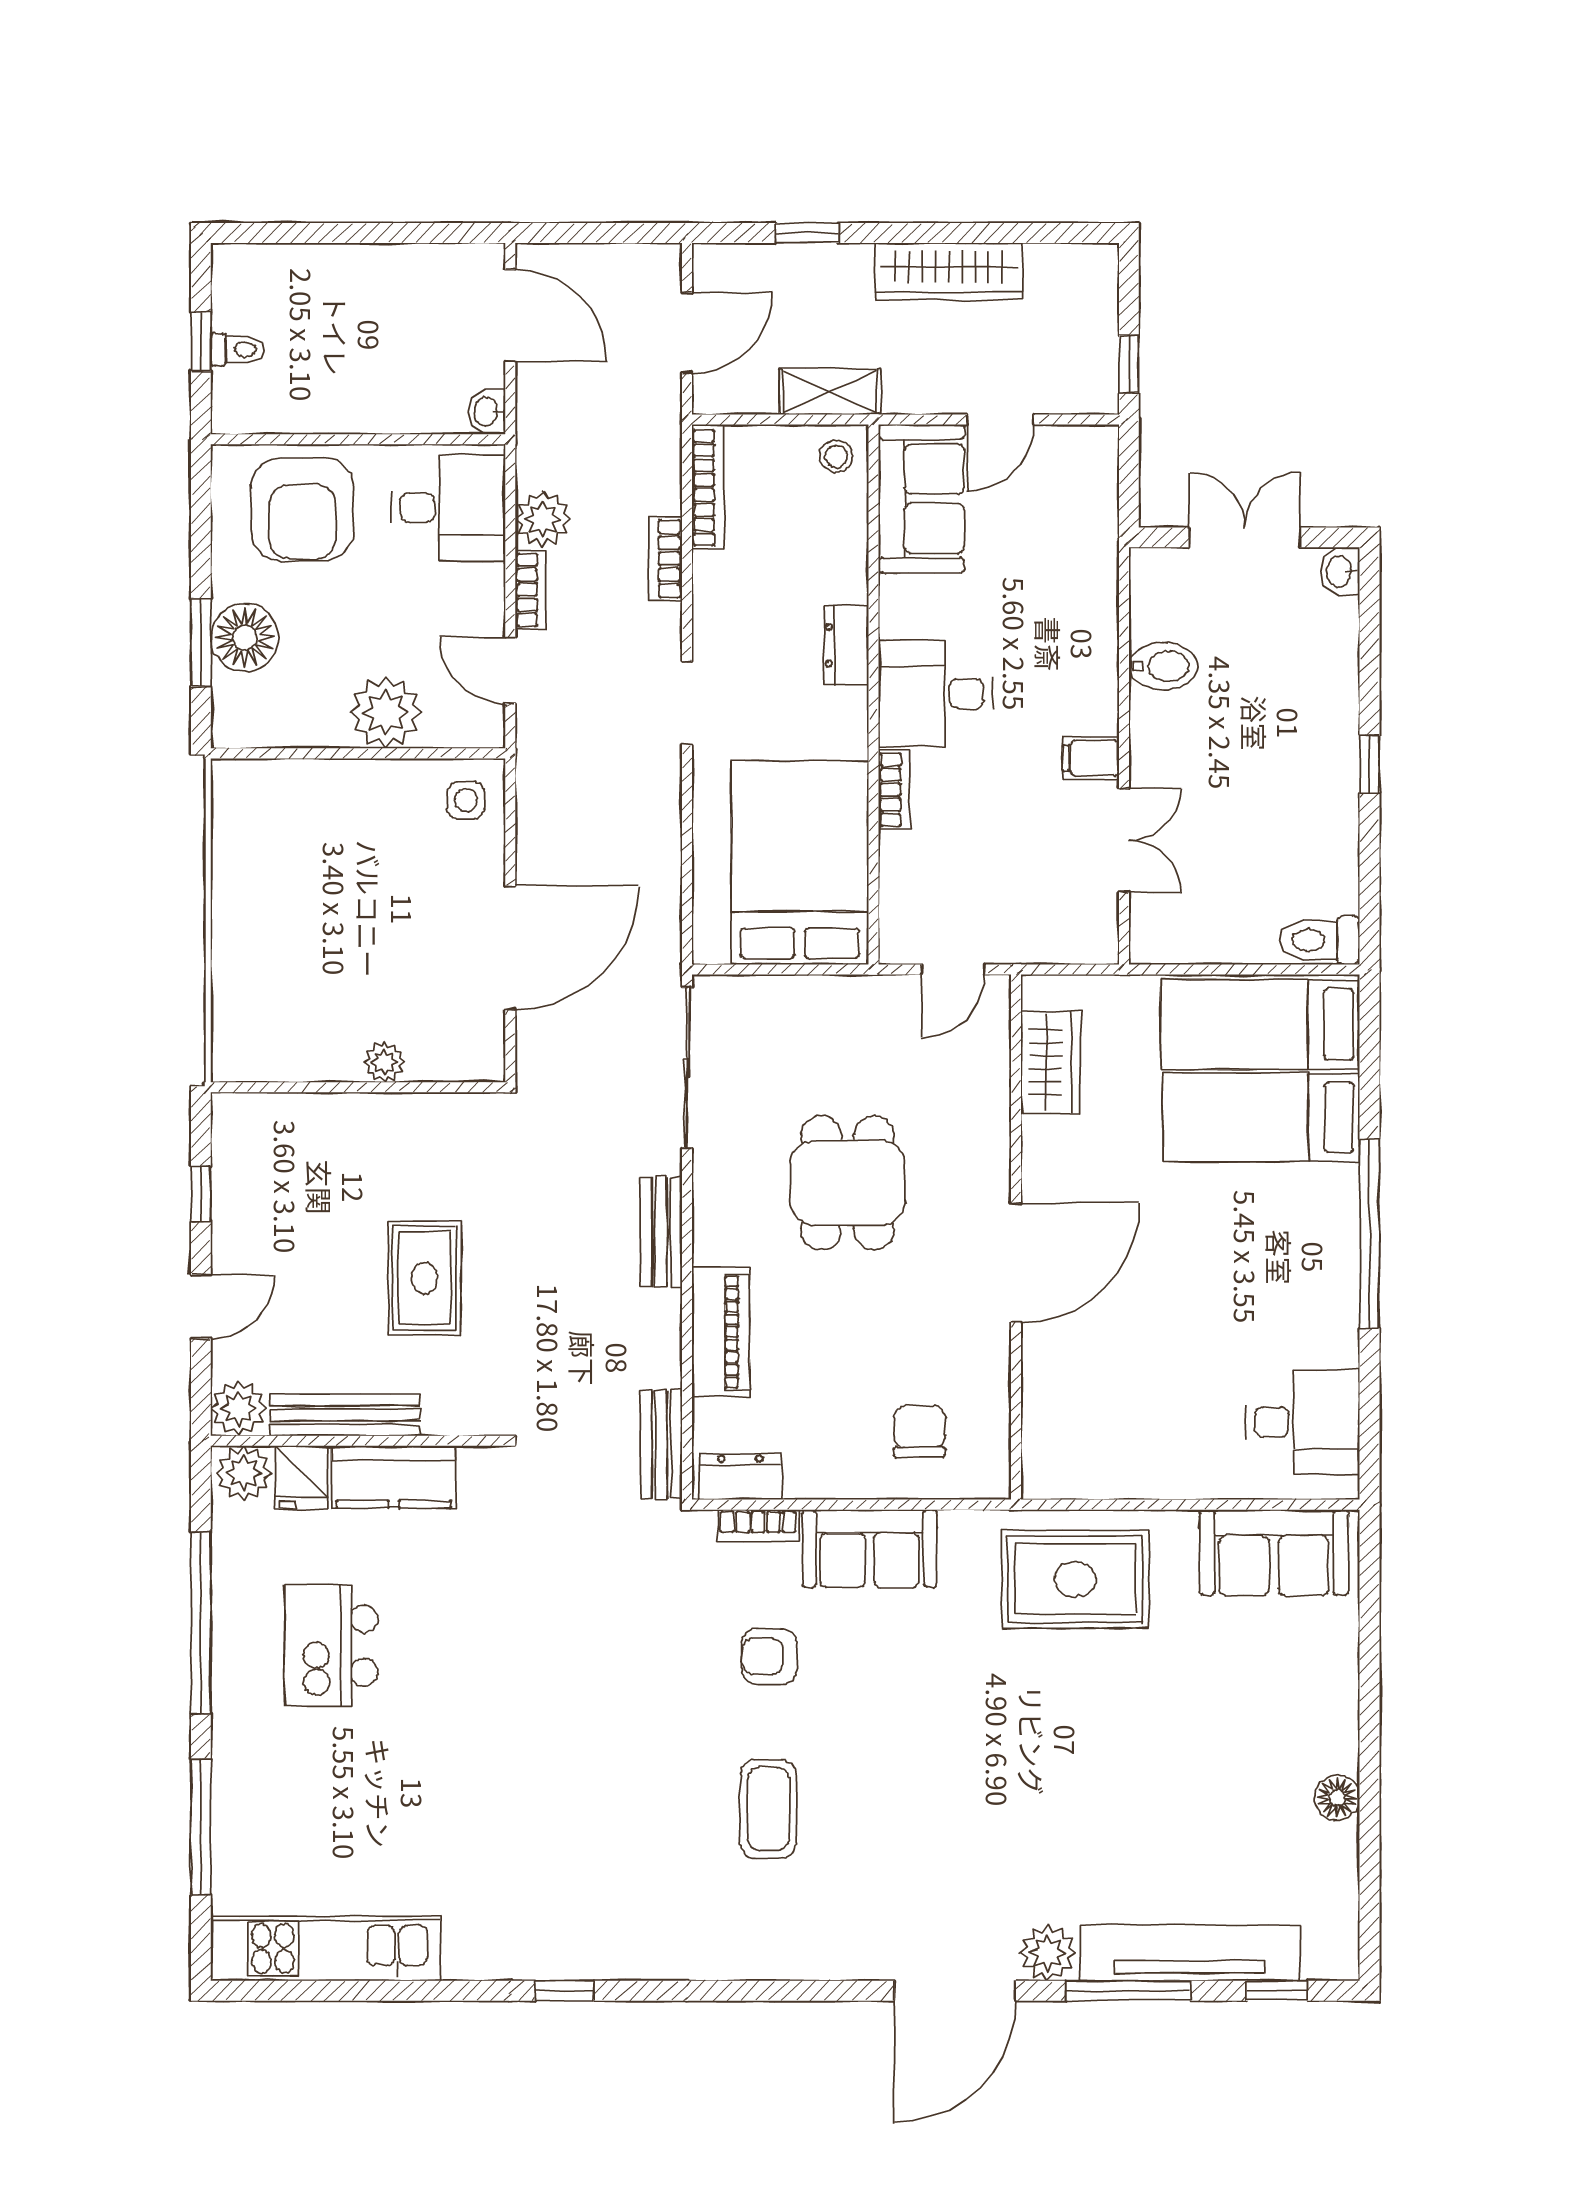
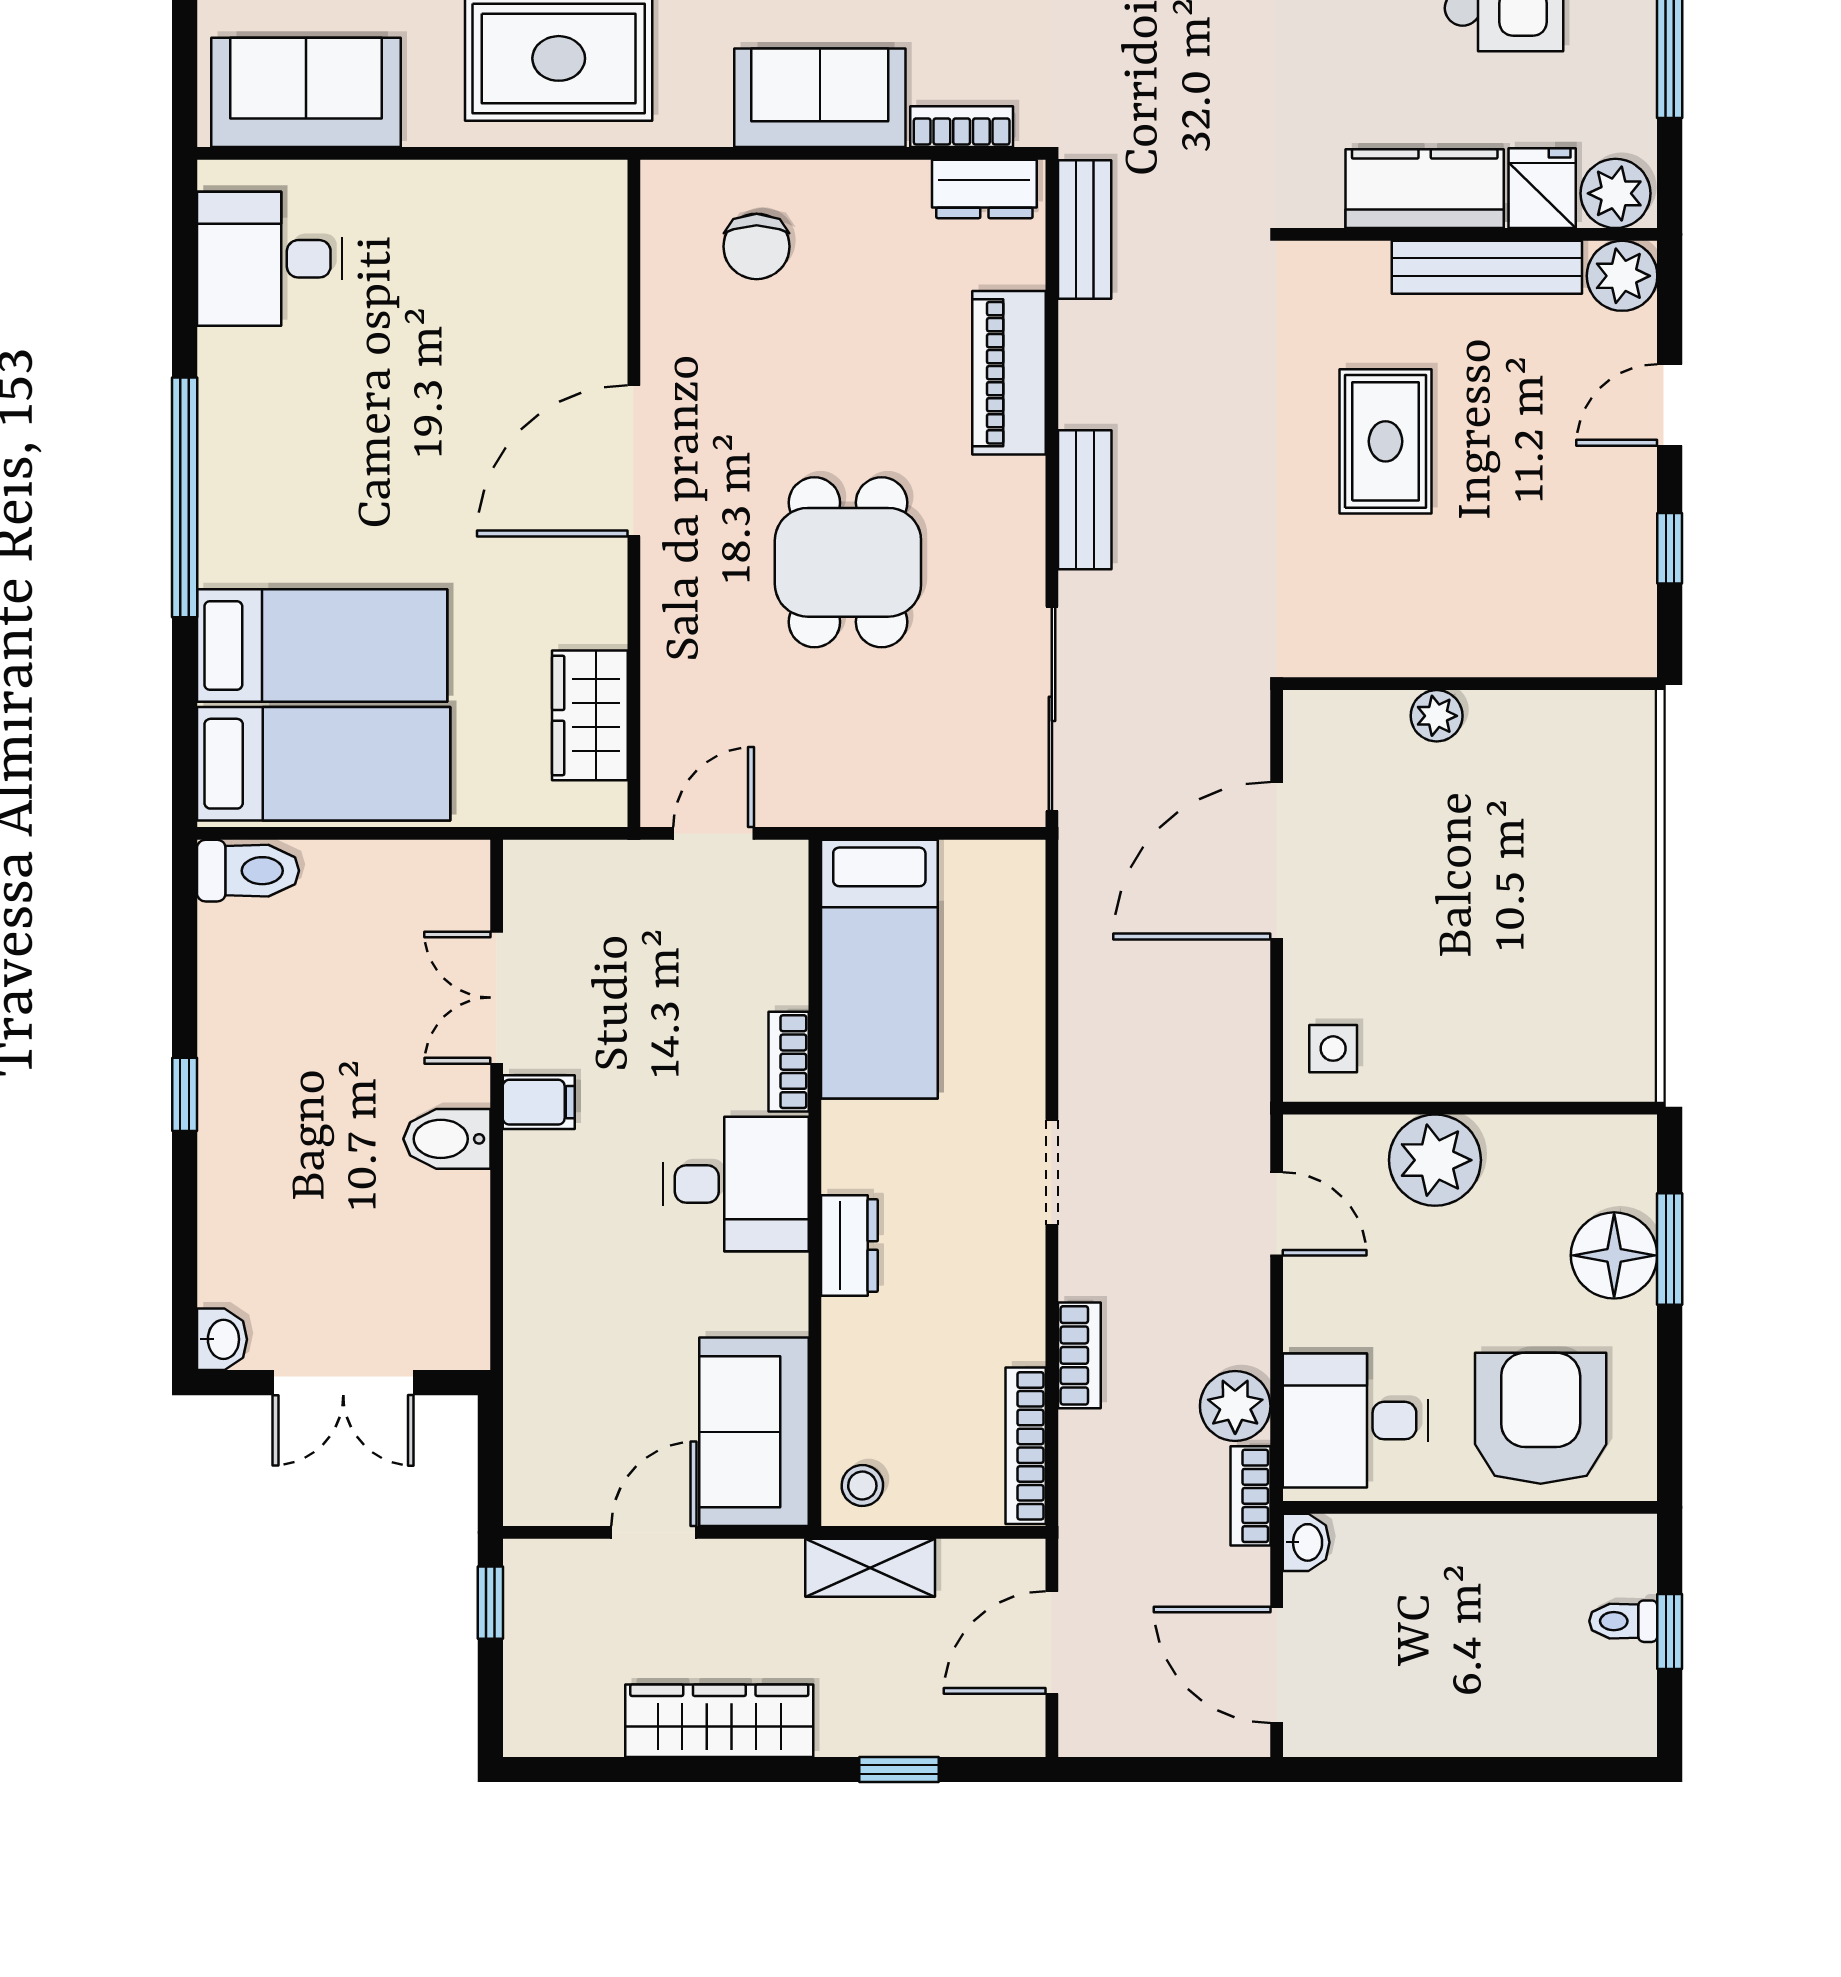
bookcase: (531, 590) -> (1250, 1496), moved
bidet: (1163, 666) -> (447, 1139), moved
bed: (800, 863) -> (879, 969), width x0.67

